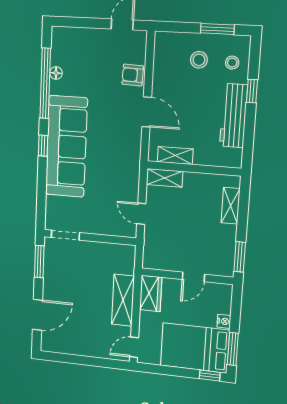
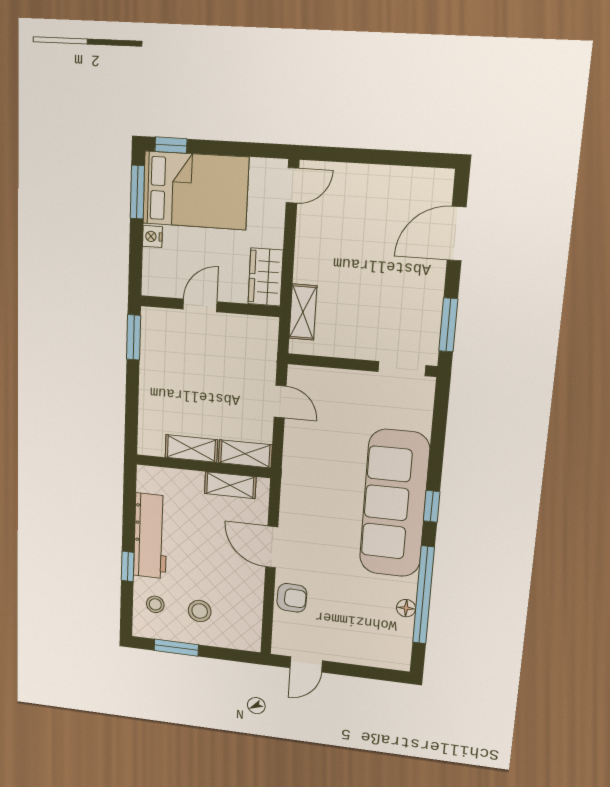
shelving: (231, 206) -> (191, 448), moved, turned 90
shelving: (123, 300) -> (303, 312), moved, width x0.67, depth x0.75

